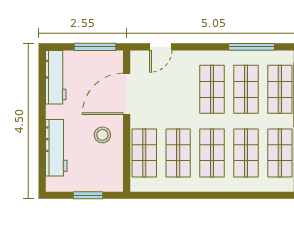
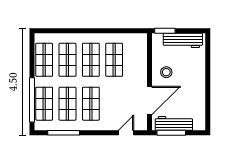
workbench: (56, 77) -> (174, 123), moved, turned 90
workbench: (56, 148) -> (183, 40), moved, turned -90
shop shelf: (144, 153) -> (138, 60), removed
window: (88, 195) -> (165, 31), moved

